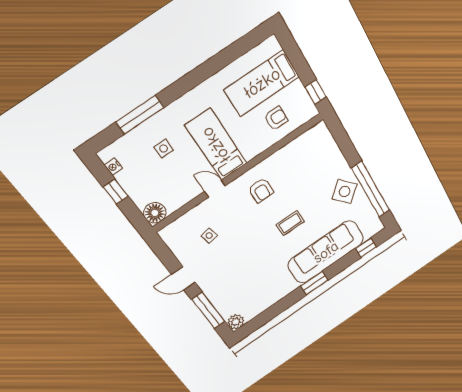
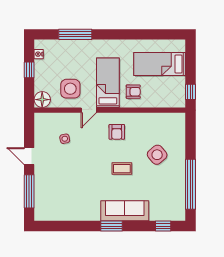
armchair: (276, 118) -> (133, 92), moved
side table: (164, 149) -> (70, 89), moved, width x1.87, depth x1.87
door: (215, 189) -> (89, 110), swing flipped
side table: (345, 191) -> (157, 155), moved
sofa: (326, 252) -> (125, 211), width x0.74, depth x0.79
plant: (236, 322) -> (41, 214), removed

